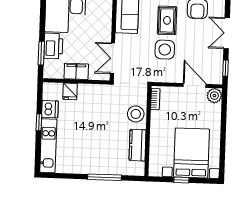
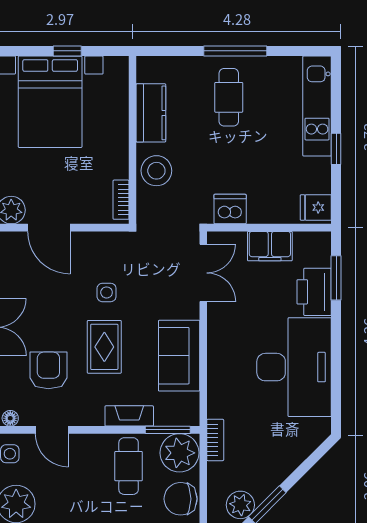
side table: (165, 50) -> (107, 292), width x0.54, depth x0.54
fridge: (70, 91) -> (316, 207), moved, turned -90
dishwasher: (50, 109) -> (230, 209), moved, turned 90
cafe table: (95, 152) -> (229, 97), added
window: (104, 177) -> (235, 51), moved

